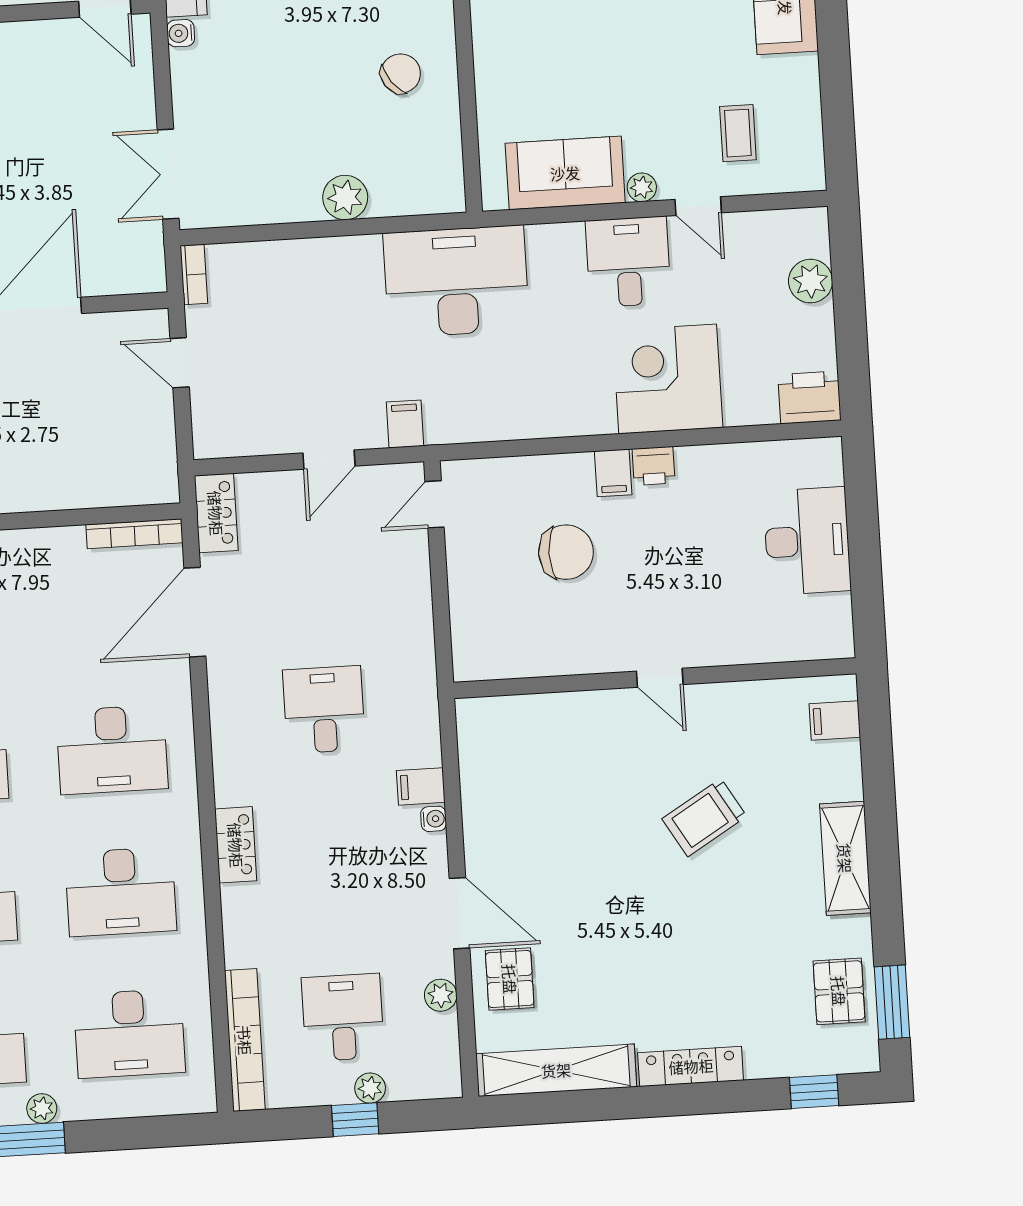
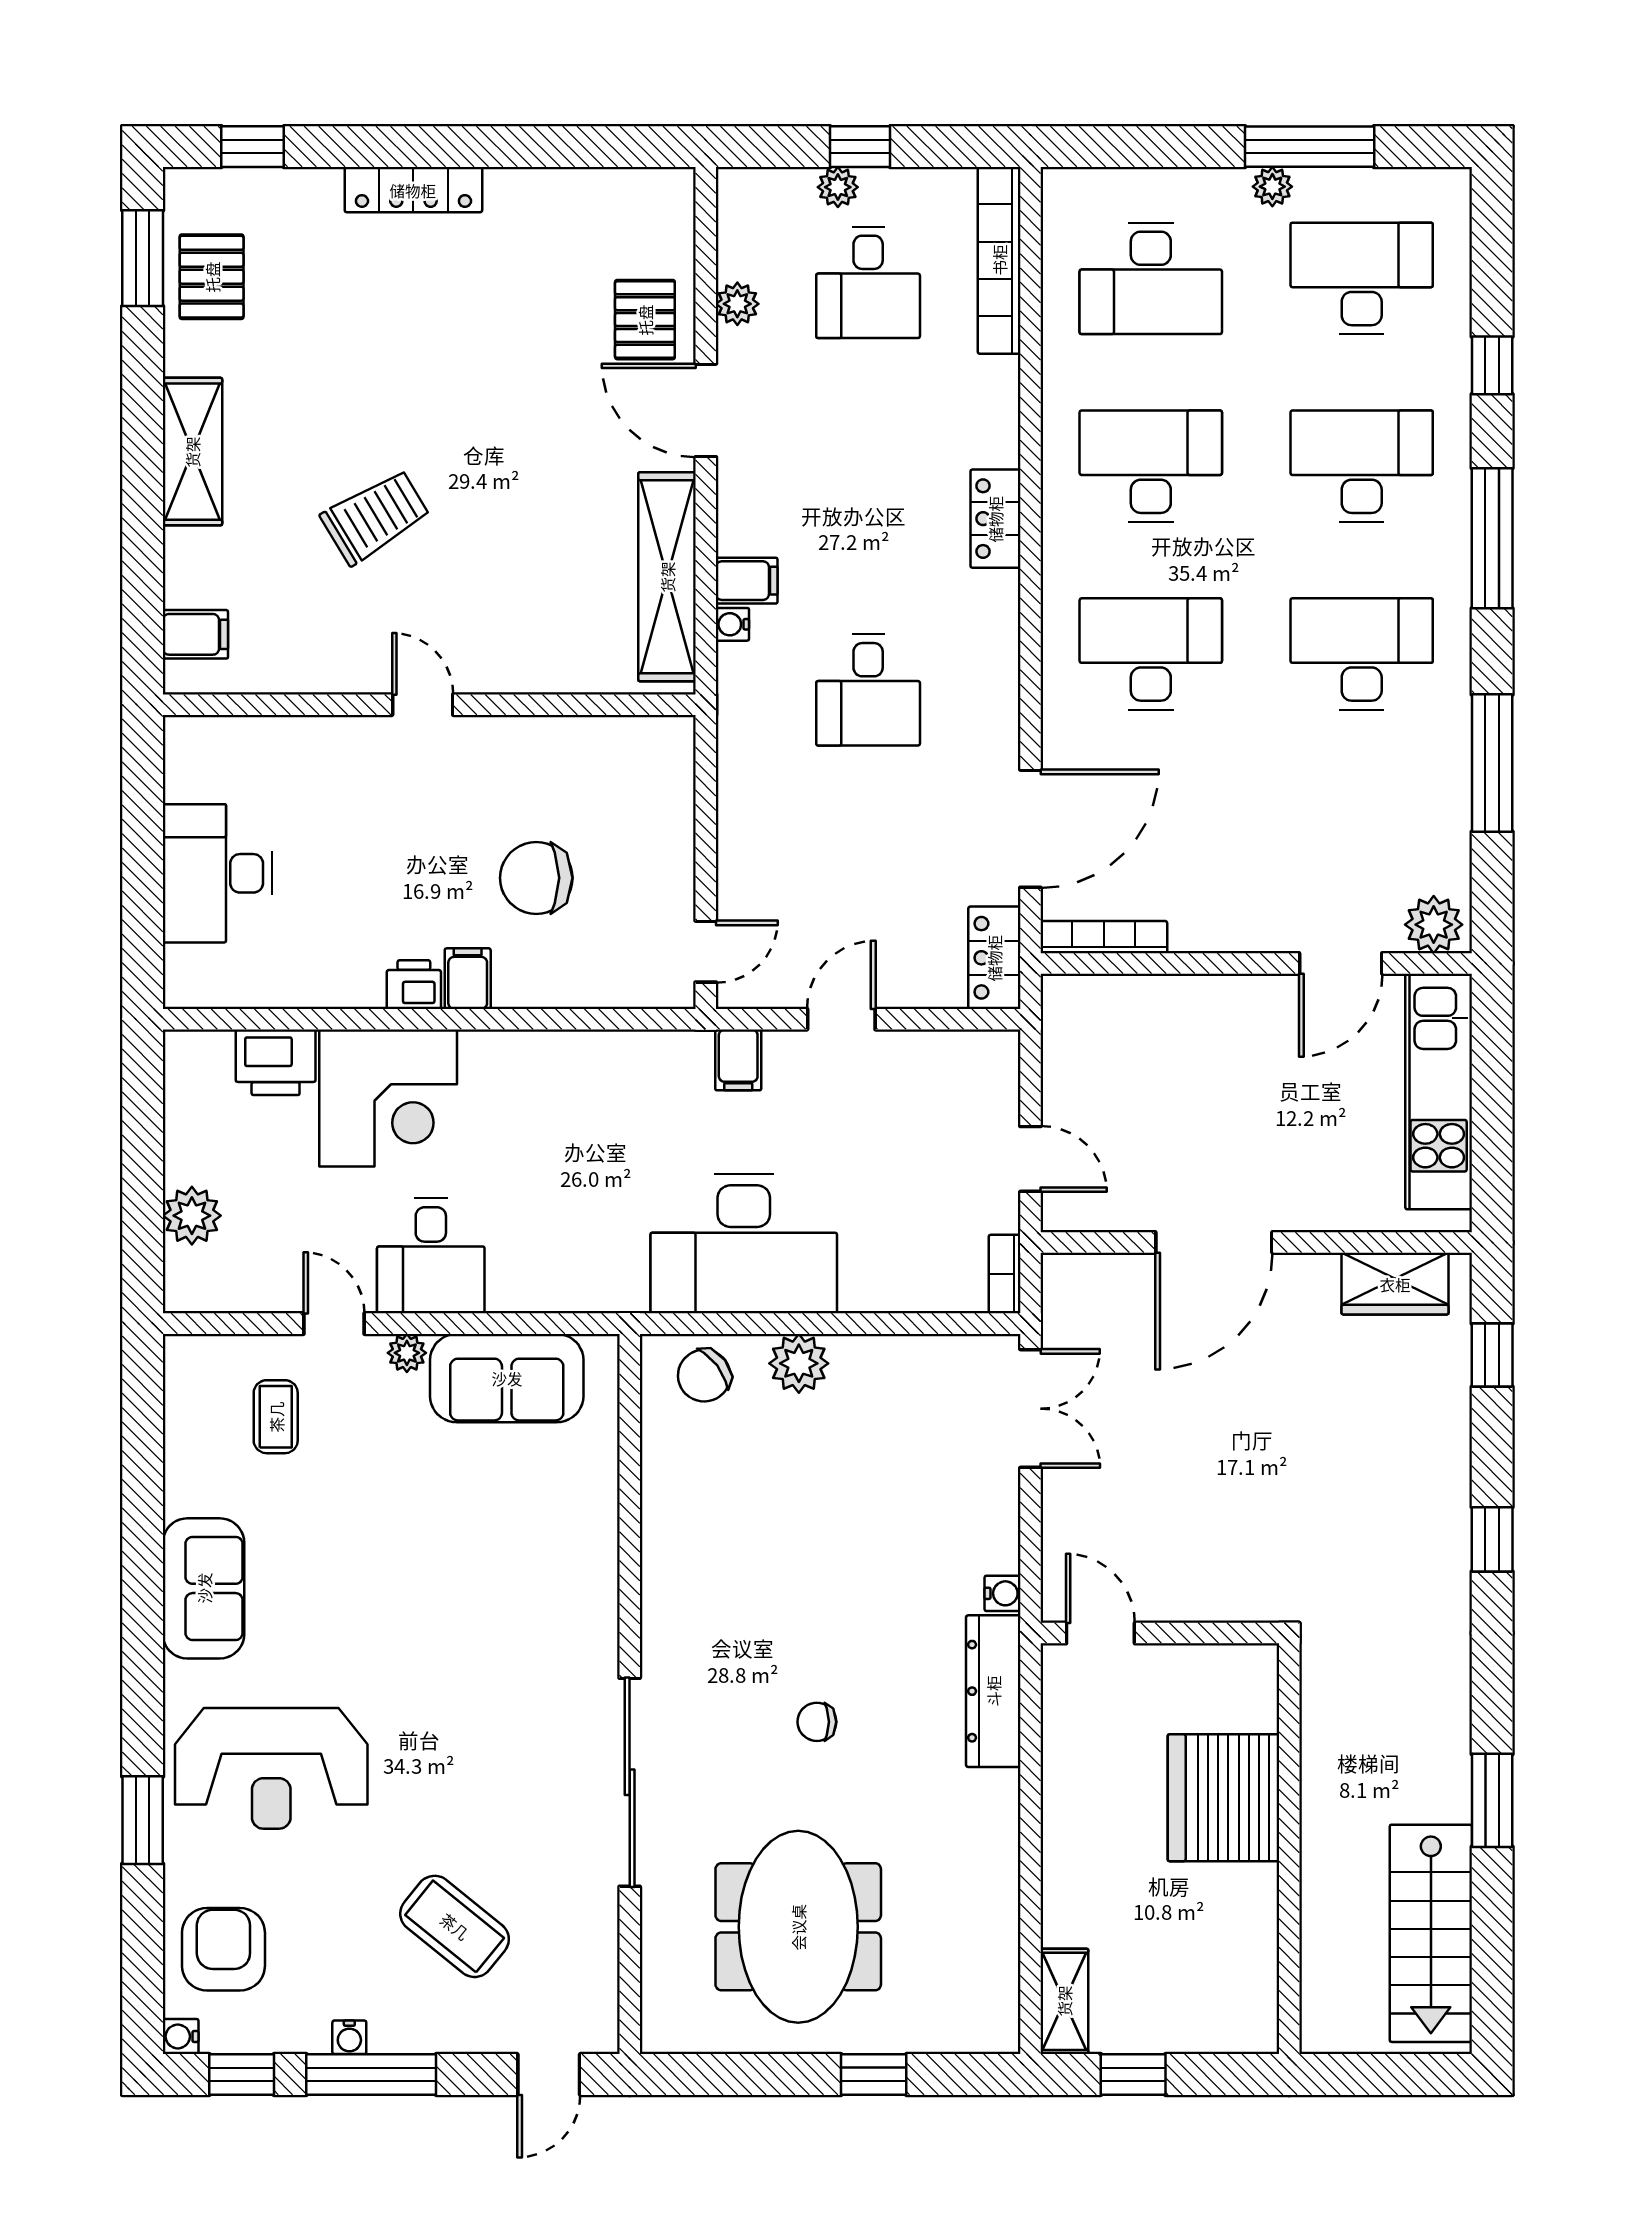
chair: (401, 73) -> (704, 1376), moved
desk: (456, 281) -> (744, 1244), moved
printer: (809, 397) -> (276, 1062), moved
water cooler: (434, 819) -> (732, 624), moved
desk: (129, 1034) -> (1151, 278), turned 180
shelving: (556, 1070) -> (667, 577), moved, turned 90

